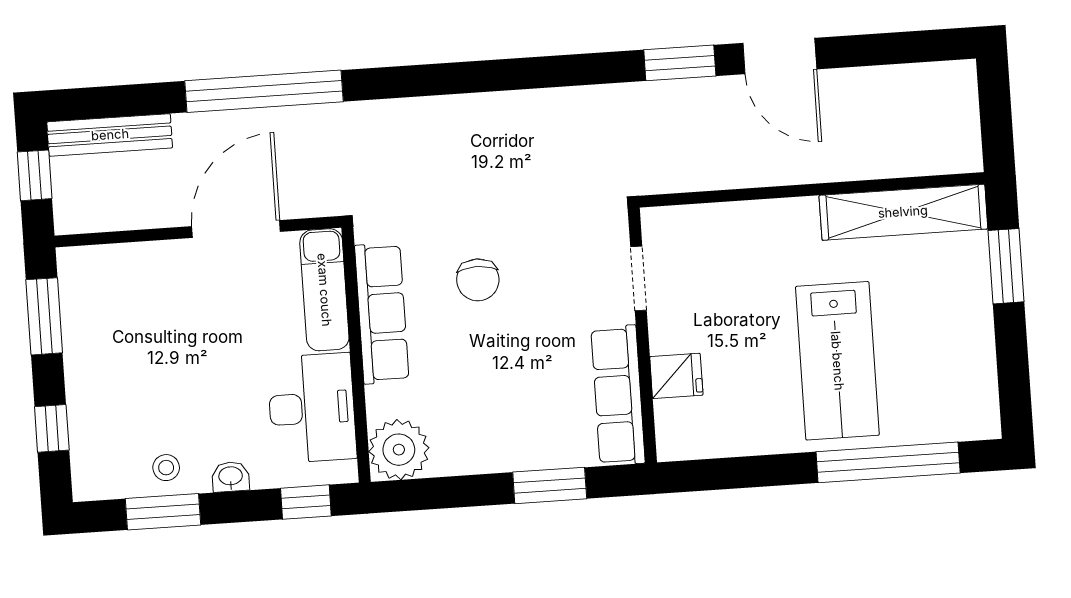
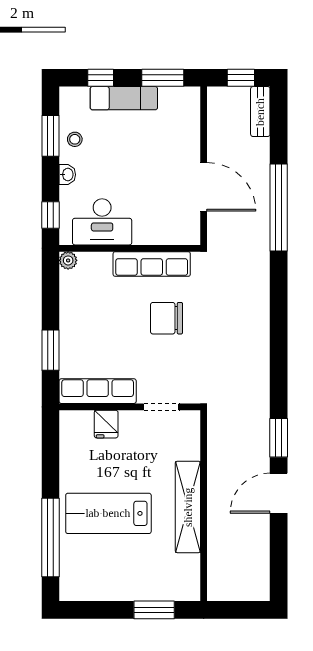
bench: (110, 135) -> (260, 112), width x0.73
shelving: (903, 212) -> (188, 507), moved
chair: (478, 280) -> (167, 318), width x1.37, depth x1.37
exam couch: (324, 290) -> (124, 98), moved, turned 180
plant: (399, 450) -> (68, 260), width x0.53, depth x0.53

